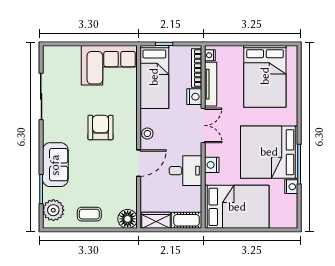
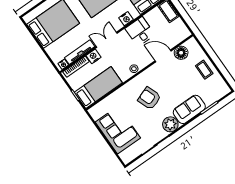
corner sofa: (109, 65) -> (118, 130), moved
armchair: (101, 127) -> (149, 98), turned 69
door: (139, 163) -> (163, 56), moved
plant: (53, 210) -> (170, 124), moved
floor lamp: (128, 219) -> (181, 53), moved
wardrobe: (156, 220) -> (181, 28), removed

